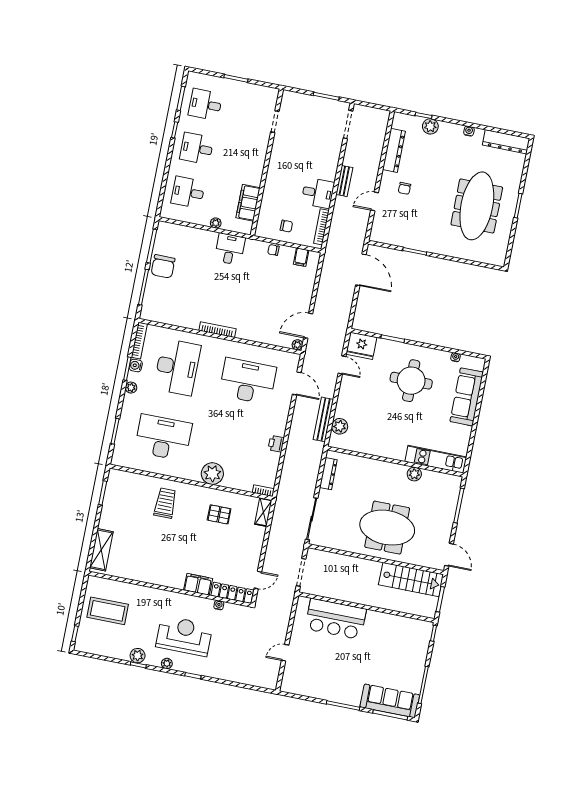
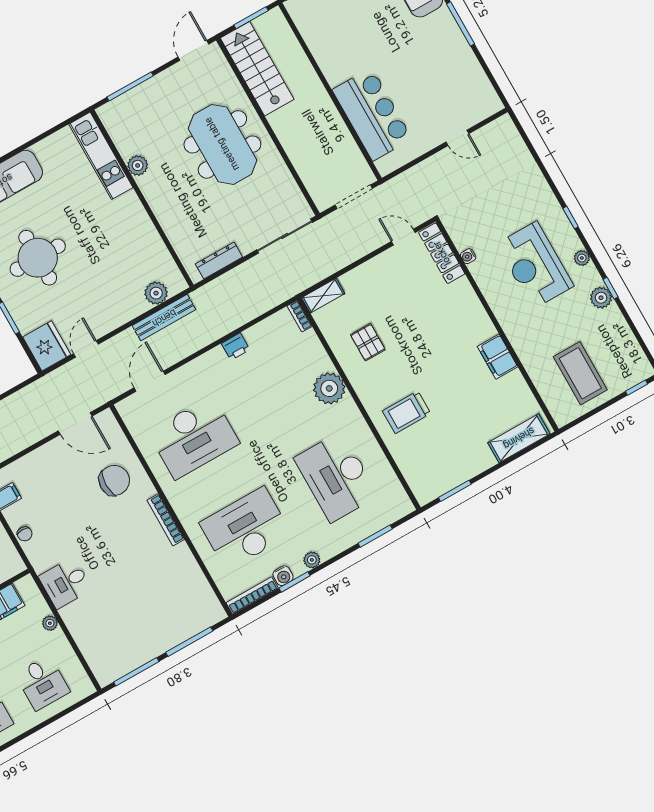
chair: (163, 266) -> (114, 480), moved
plant: (297, 345) -> (106, 417), removed
desk: (248, 381) -> (194, 438), turned -90
filing cabinet: (198, 584) -> (498, 357), moved

